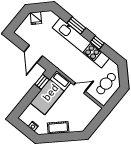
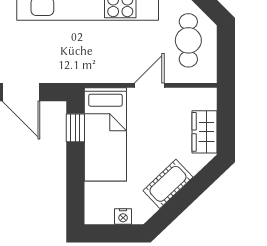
wardrobe: (86, 120) -> (204, 132), added

